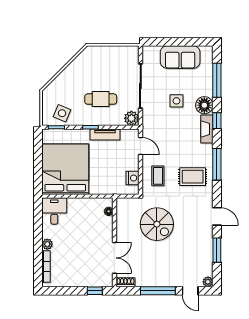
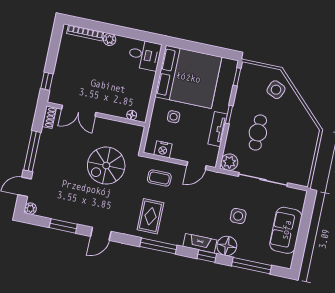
side table: (62, 113) -> (276, 90), moved
side table: (102, 175) -> (174, 117), added

